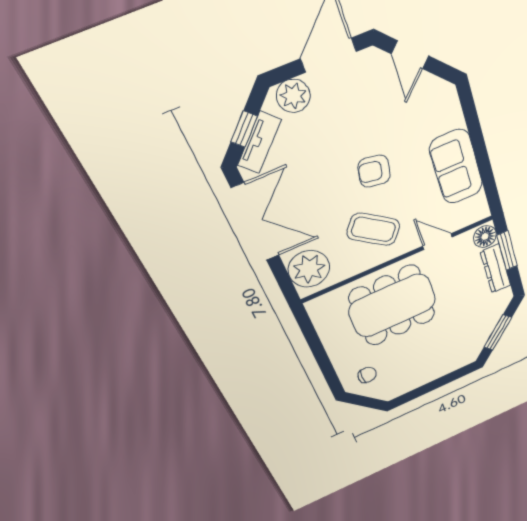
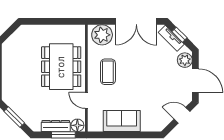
armchair: (374, 171) -> (137, 82), removed
coffee table: (374, 229) -> (108, 72), turned -36
door: (437, 242) -> (86, 100), swing flipped
chair: (367, 375) -> (26, 39), removed

